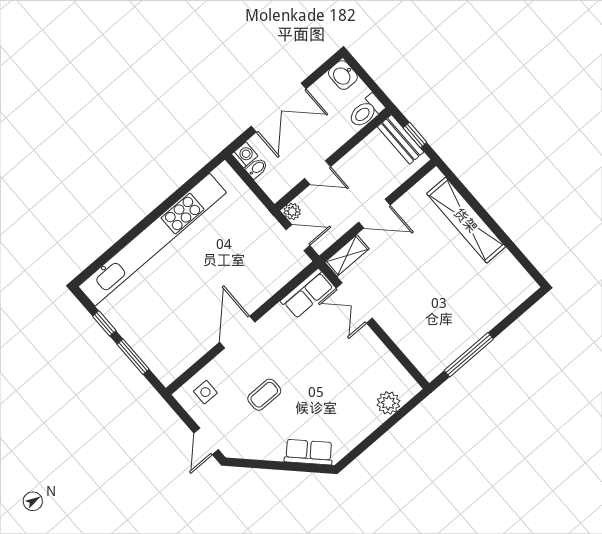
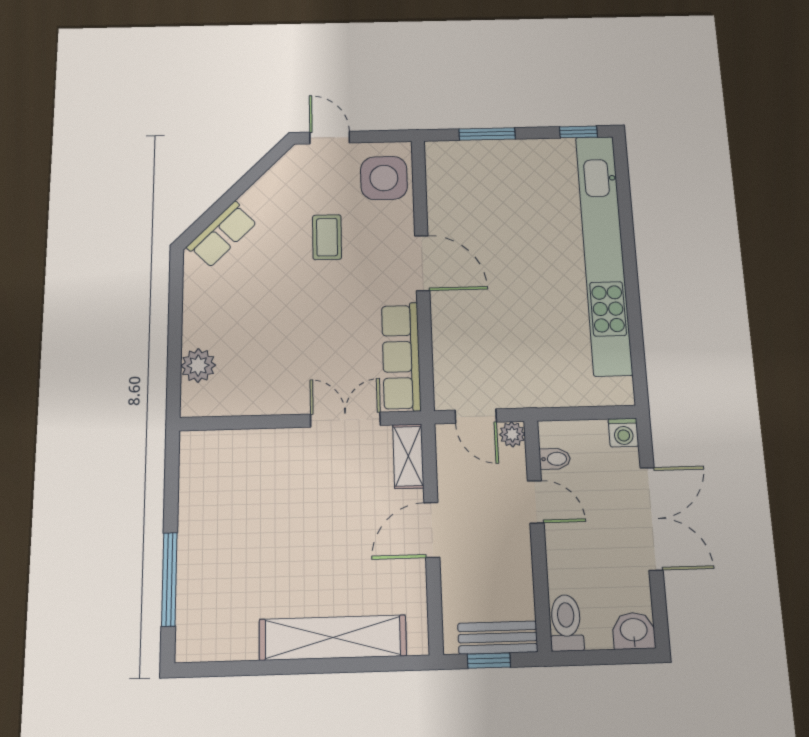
double door: (279, 108) -> (652, 518), swing flipped
bidet: (257, 168) -> (555, 459), moved, turned -90
door: (318, 172) -> (536, 502), swing flipped
door: (298, 238) -> (476, 416), hinge flipped
row of seats: (307, 294) -> (401, 357), width x1.48
window: (104, 323) -> (578, 132), moved
window: (469, 355) -> (169, 579), moved
side table: (205, 392) -> (384, 178), width x1.87, depth x1.87

